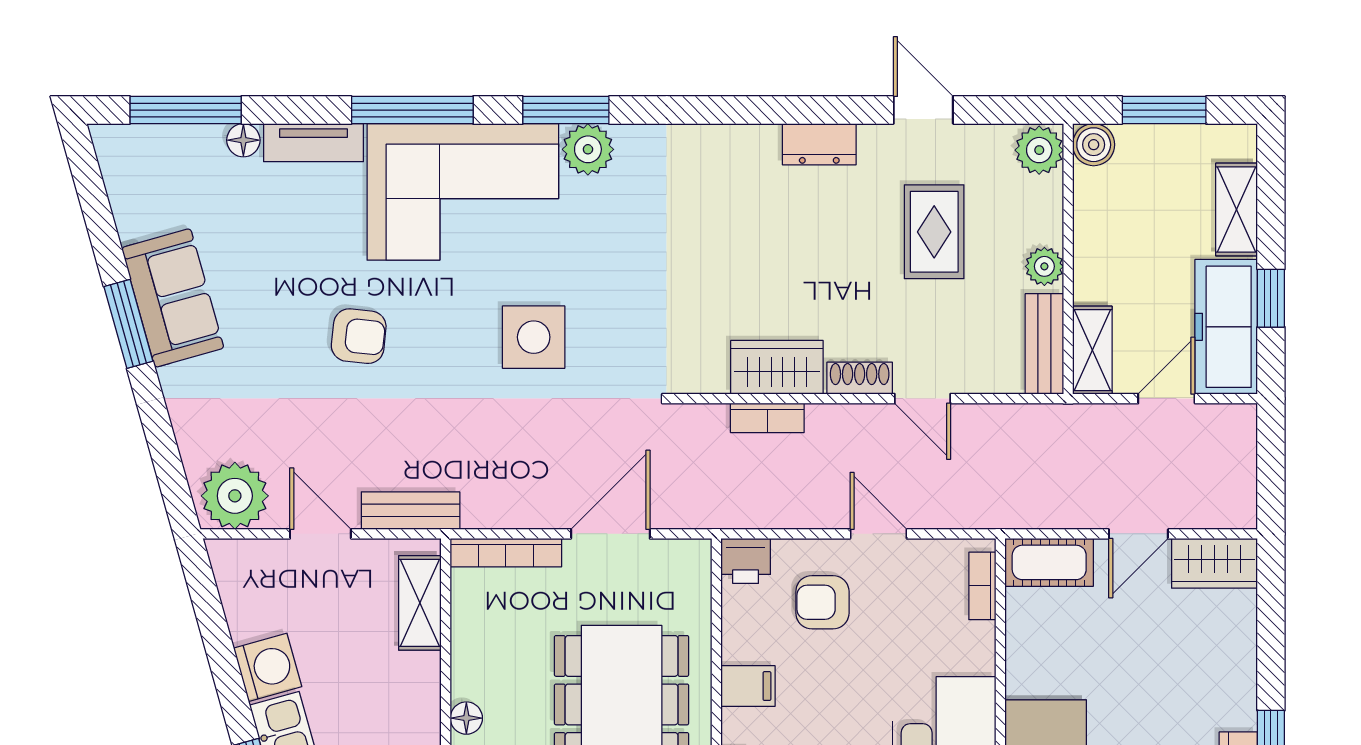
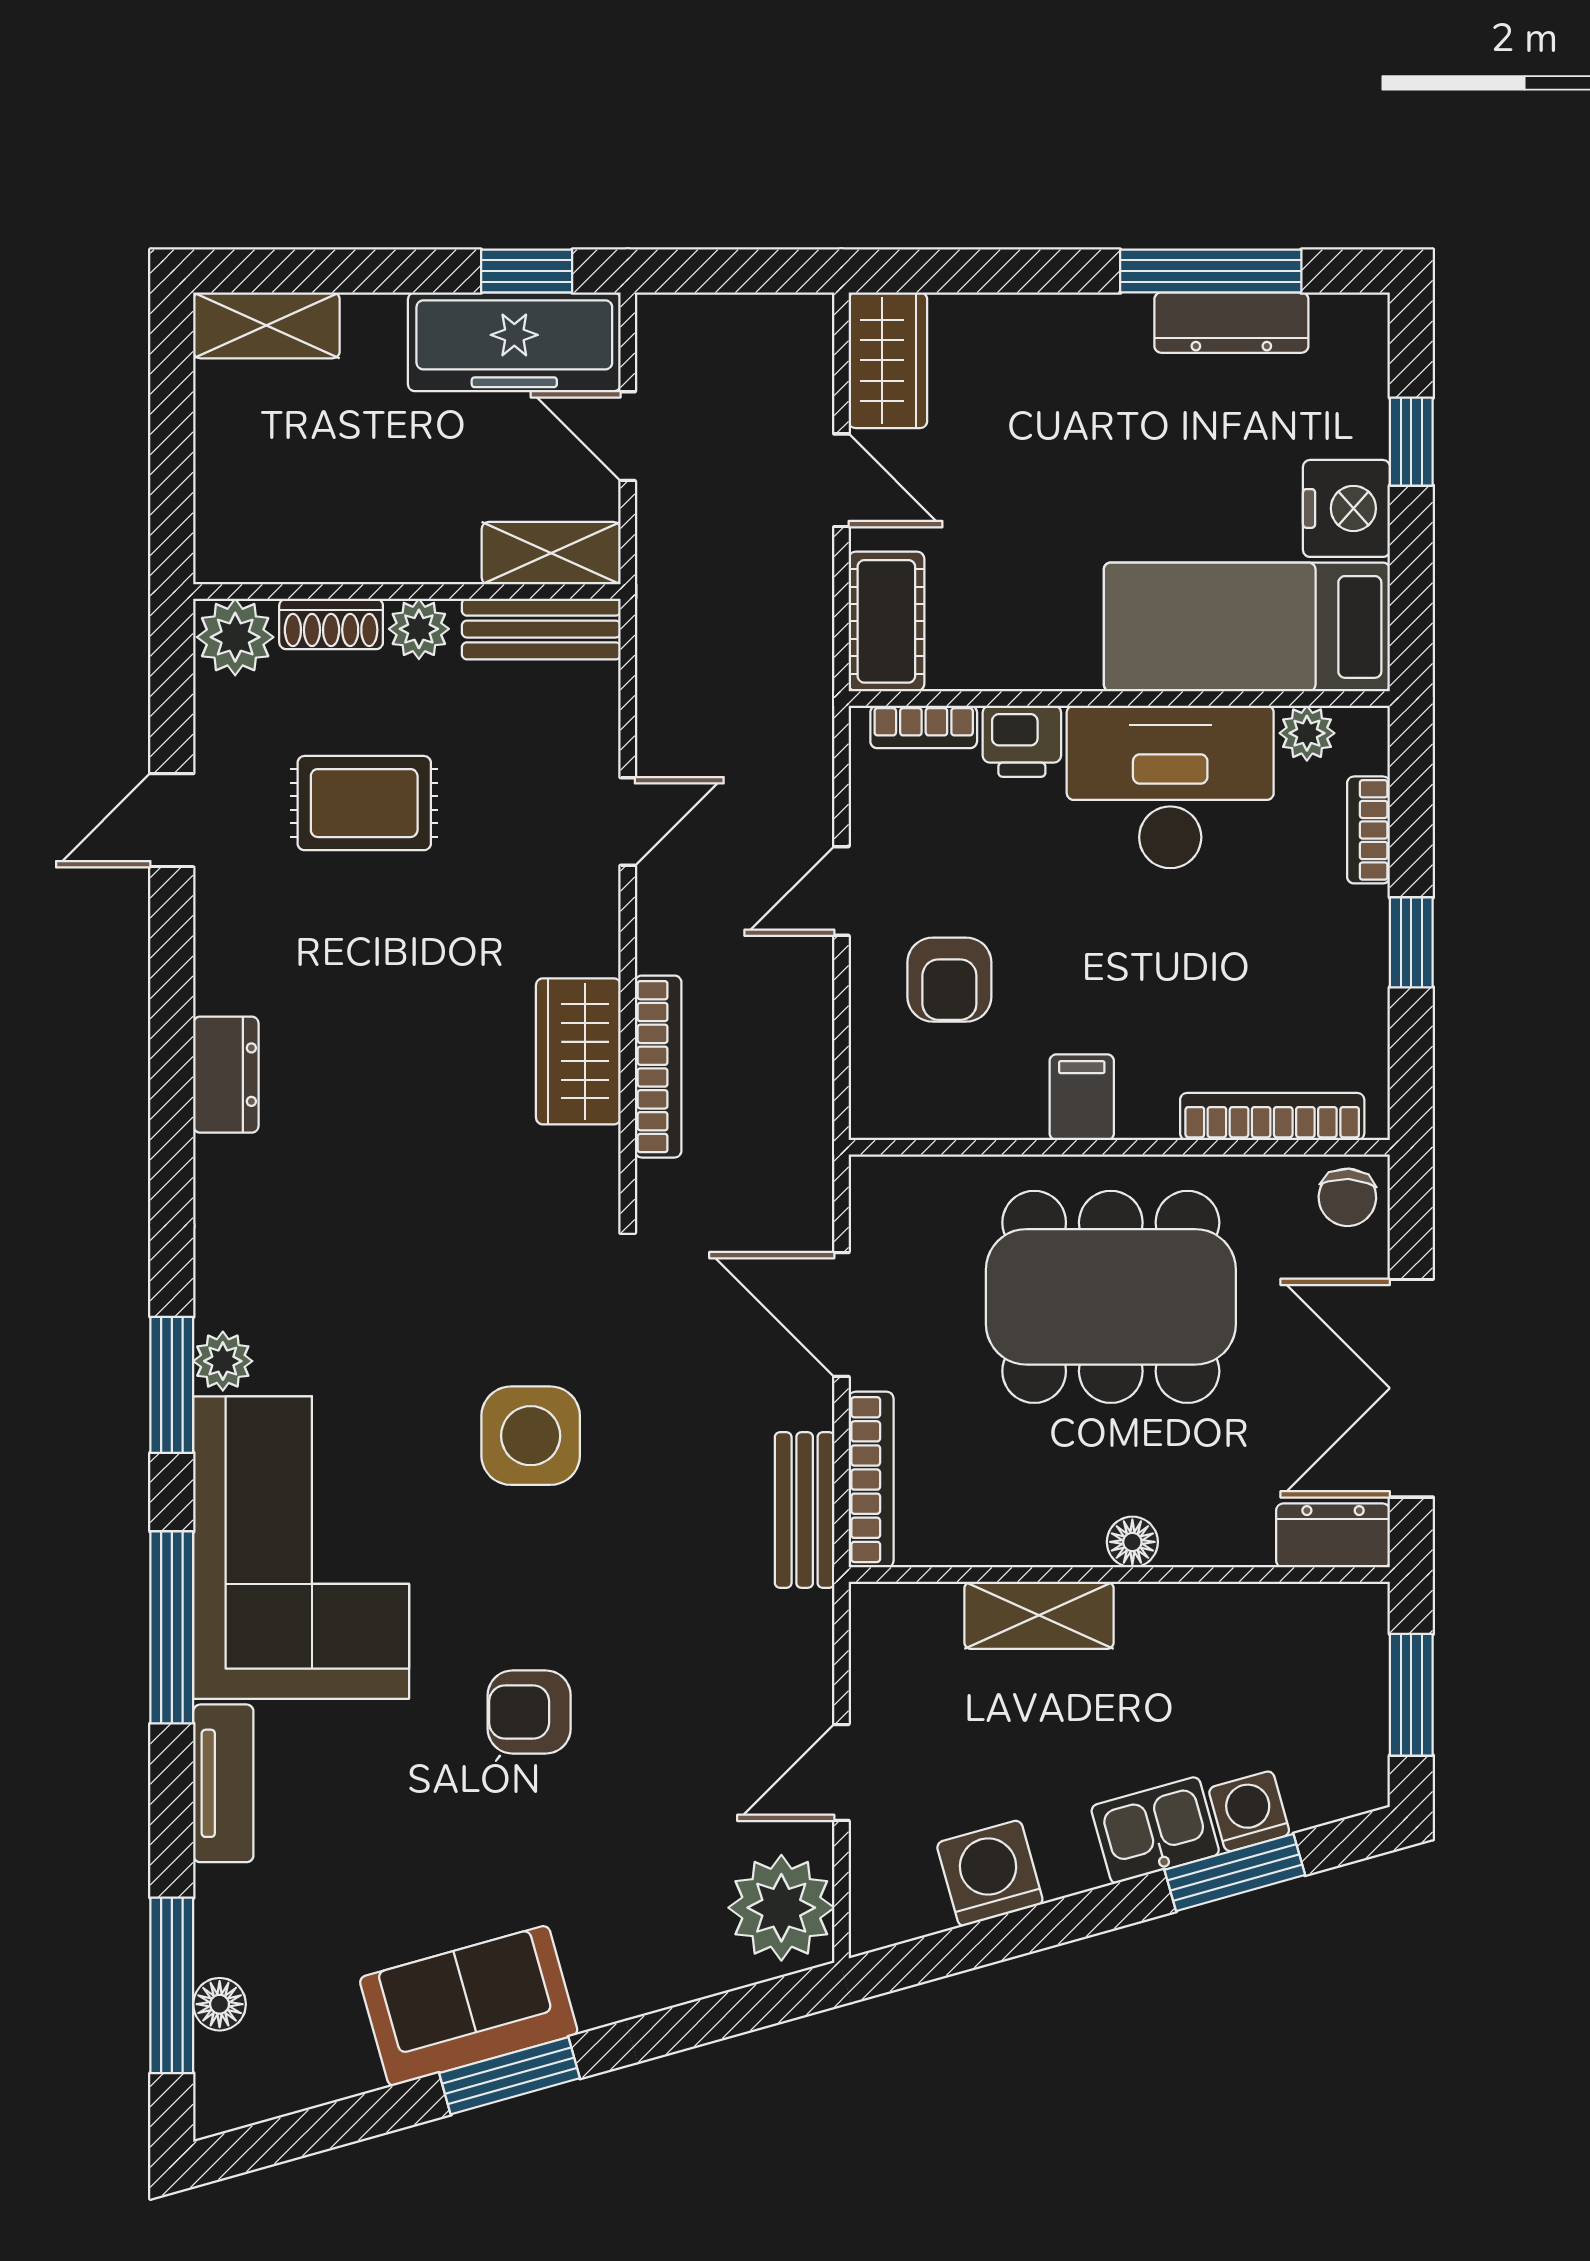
window: (1164, 110) -> (172, 440), removed
floor lamp: (243, 140) -> (220, 2004), moved
dresser: (819, 144) -> (226, 1075), moved
boiler: (1094, 145) -> (227, 551), removed
plant: (588, 149) -> (223, 1361), width x0.73, depth x0.73
shelving: (1237, 210) -> (266, 325), moved
window: (1271, 298) -> (527, 271), moved
armchair: (359, 336) -> (529, 1712), turned -96
shoe rack: (860, 378) -> (331, 624), moved, turned -90
bookcase: (767, 418) -> (658, 1067), width x1.56
bench: (411, 511) -> (805, 1510), moved
printer: (746, 561) -> (1022, 741), moved, turned 90
shelving: (420, 603) -> (1039, 1615), moved
washing machine: (268, 667) -> (990, 1873), moved

